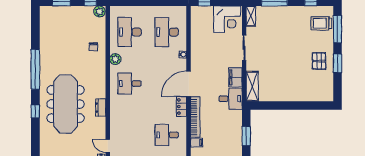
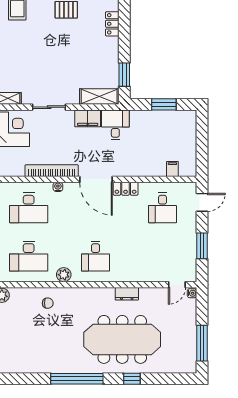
locker: (308, 96) -> (112, 24), added
window: (269, 106) -> (124, 75), added
bookcase: (195, 117) -> (52, 171), moved

